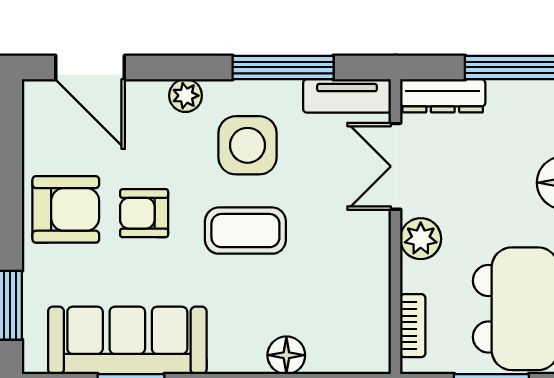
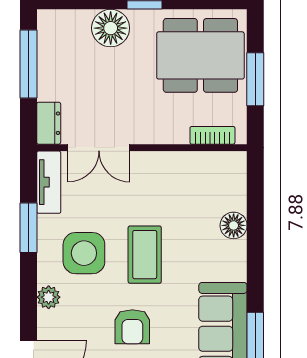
window: (283, 67) -> (29, 228), width x0.69
dresser: (443, 96) -> (49, 123), width x0.70
plant: (421, 239) -> (150, 130), removed

